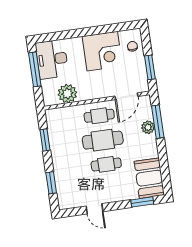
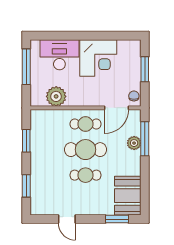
chair: (132, 46) -> (134, 96), moved
desk: (52, 59) -> (59, 55), moved, turned 90
window: (150, 67) -> (145, 69), moved

